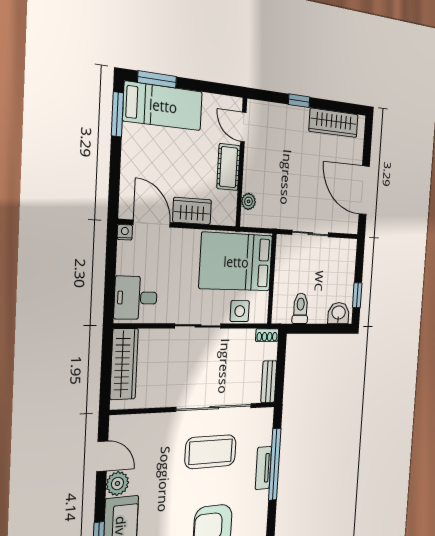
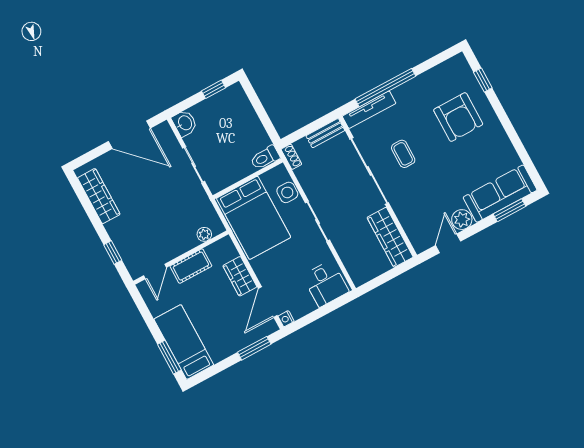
window: (299, 101) -> (113, 253), moved
window: (117, 114) -> (254, 348), moved
door: (364, 190) -> (129, 135), hinge flipped
toilet: (300, 308) -> (265, 158), moved
washbasin: (339, 313) -> (185, 123), moved, turned 180
wardrobe: (124, 364) -> (390, 237), moved, turned -90
coffee table: (211, 452) -> (403, 154), width x0.54, depth x0.58
tv unit: (263, 468) -> (369, 110), moved, width x1.41

